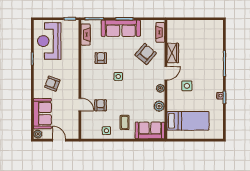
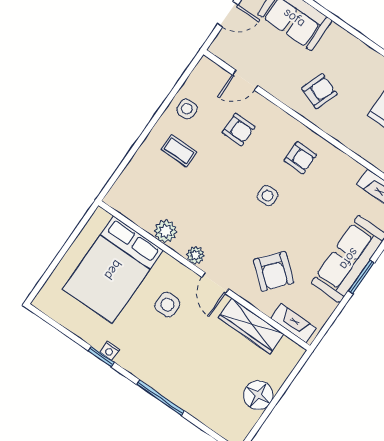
floor lamp: (197, 27) -> (258, 395), added
wardrobe: (173, 53) -> (251, 326), width x1.50
armchair: (101, 58) -> (300, 158), moved
armchair: (52, 84) -> (319, 91), moved
door: (80, 105) -> (245, 80), moved
bed: (188, 121) -> (113, 270), width x1.50
sofa: (150, 130) -> (134, 185), removed

